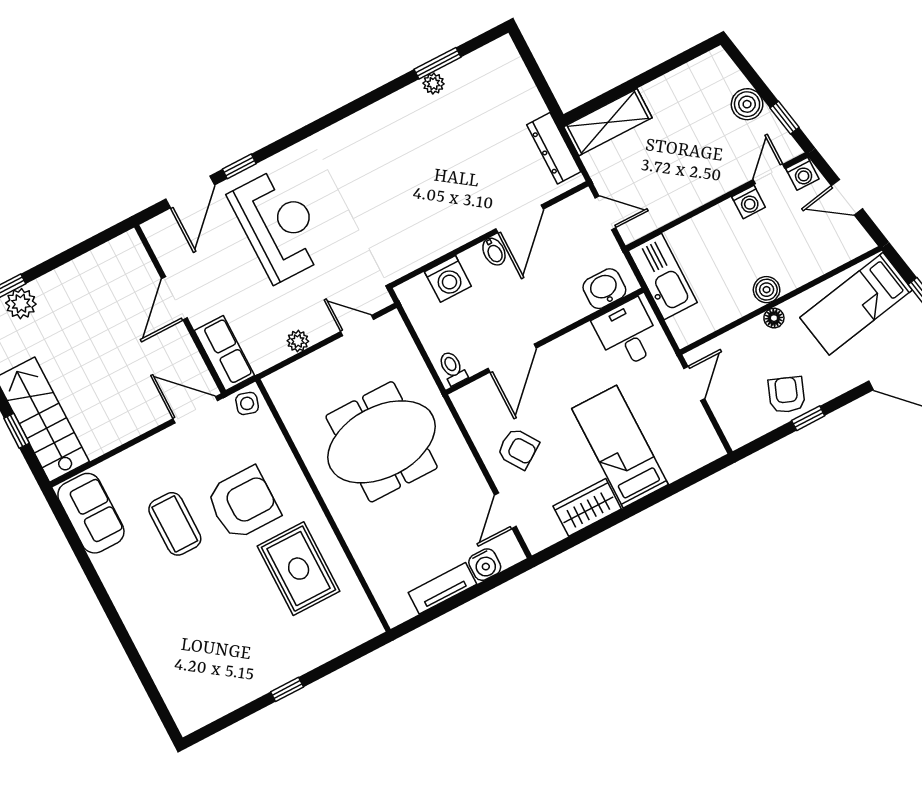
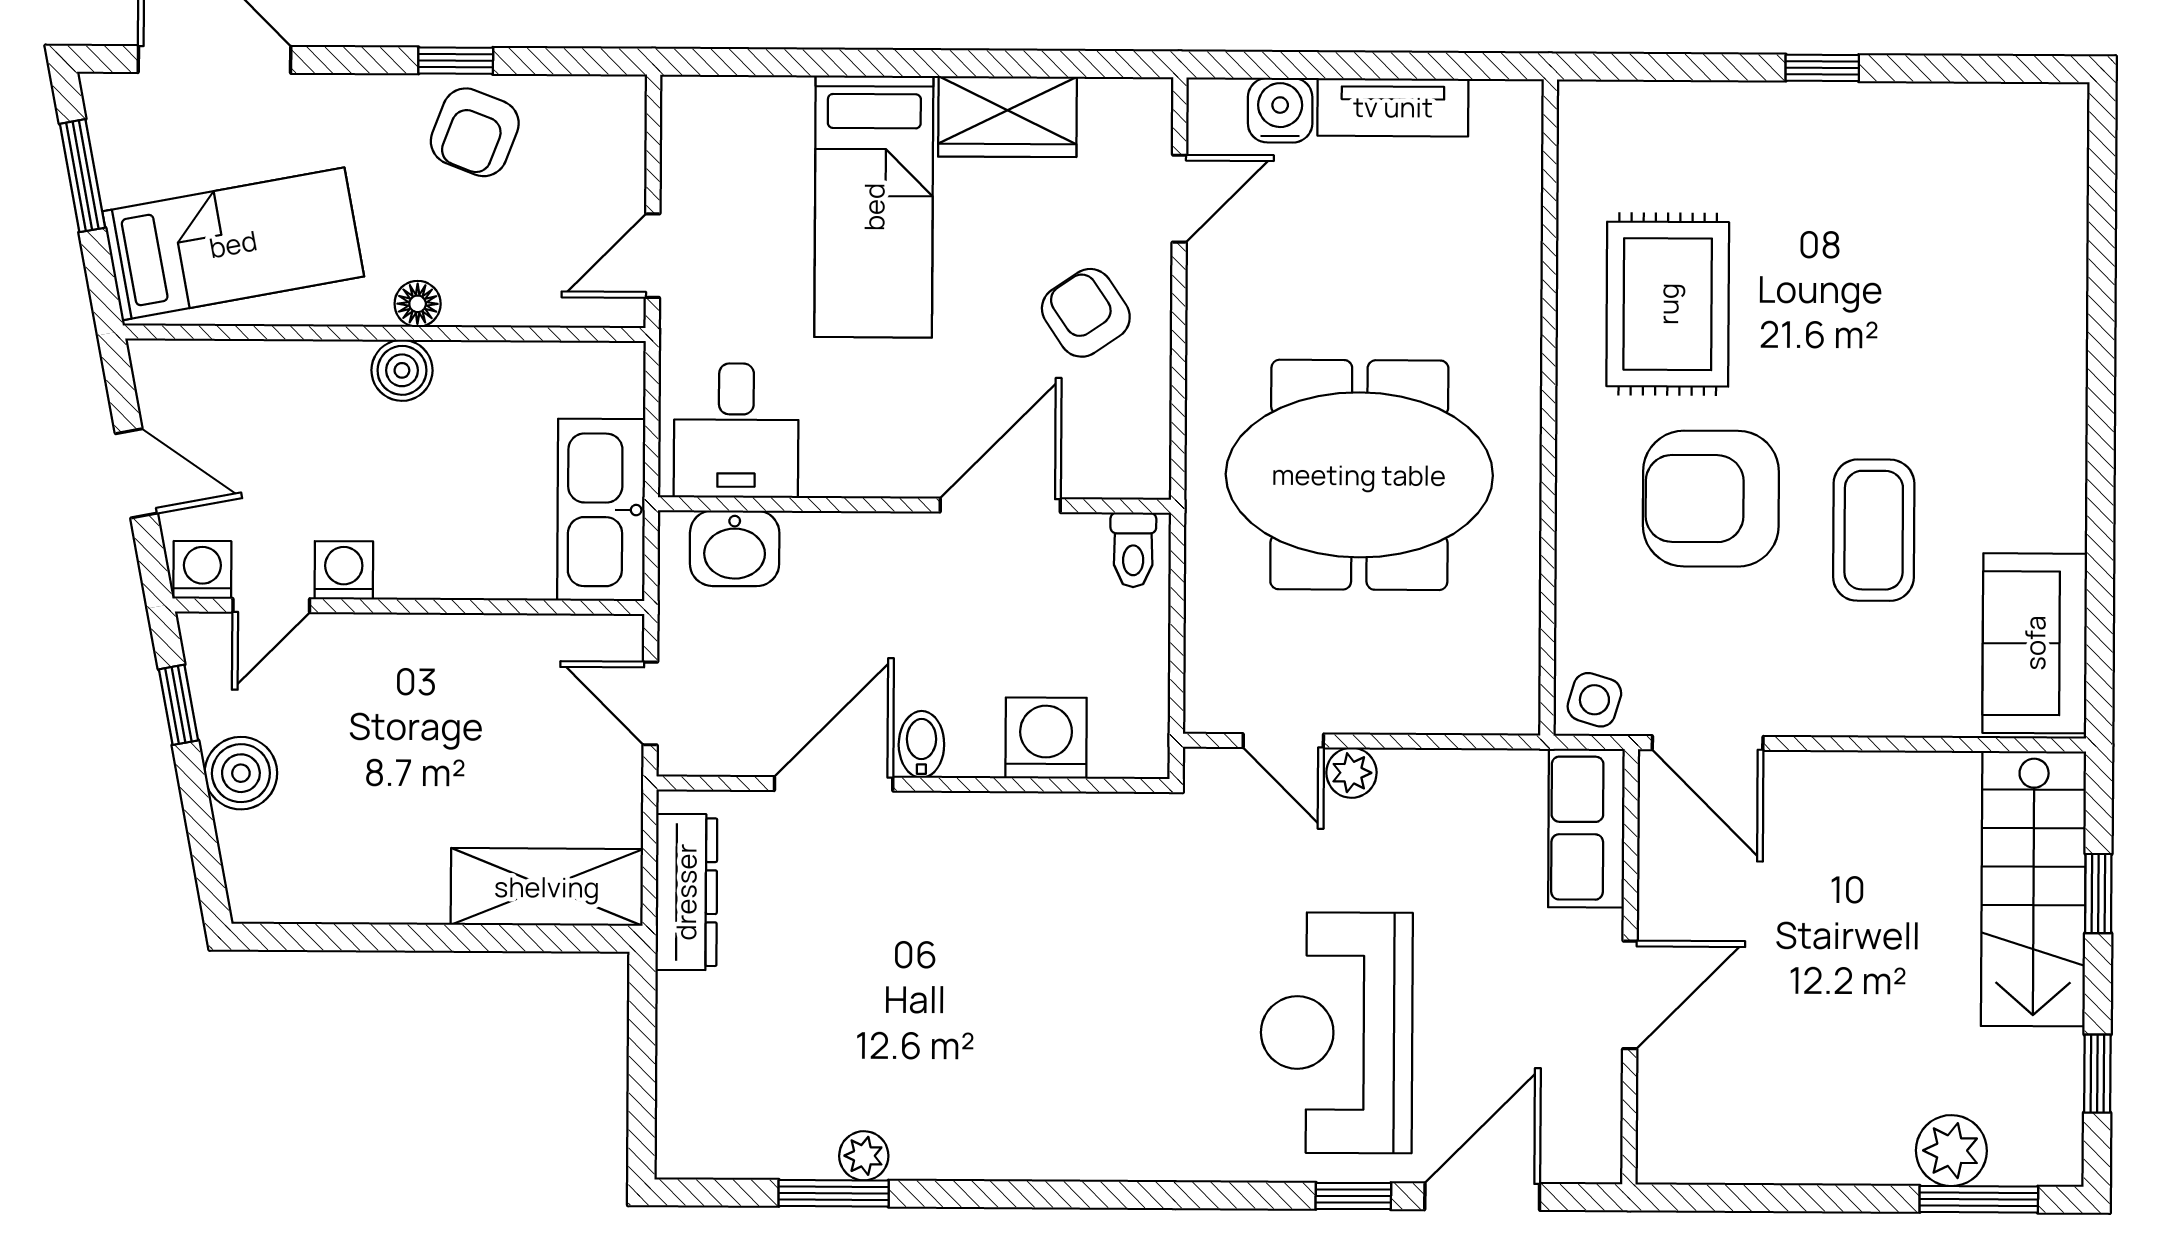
plant: (298, 341) -> (1351, 773), moved

